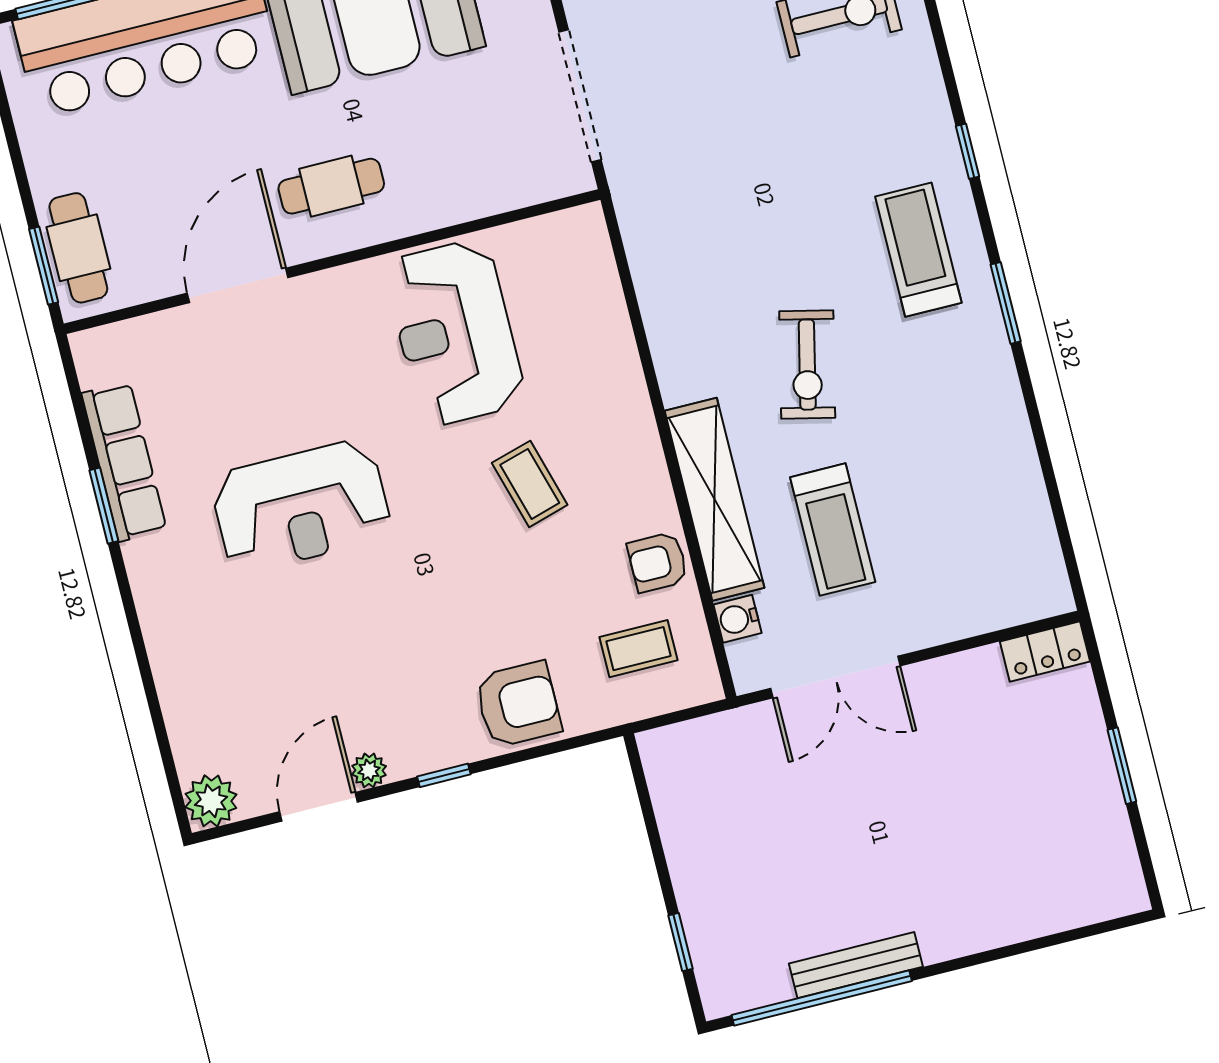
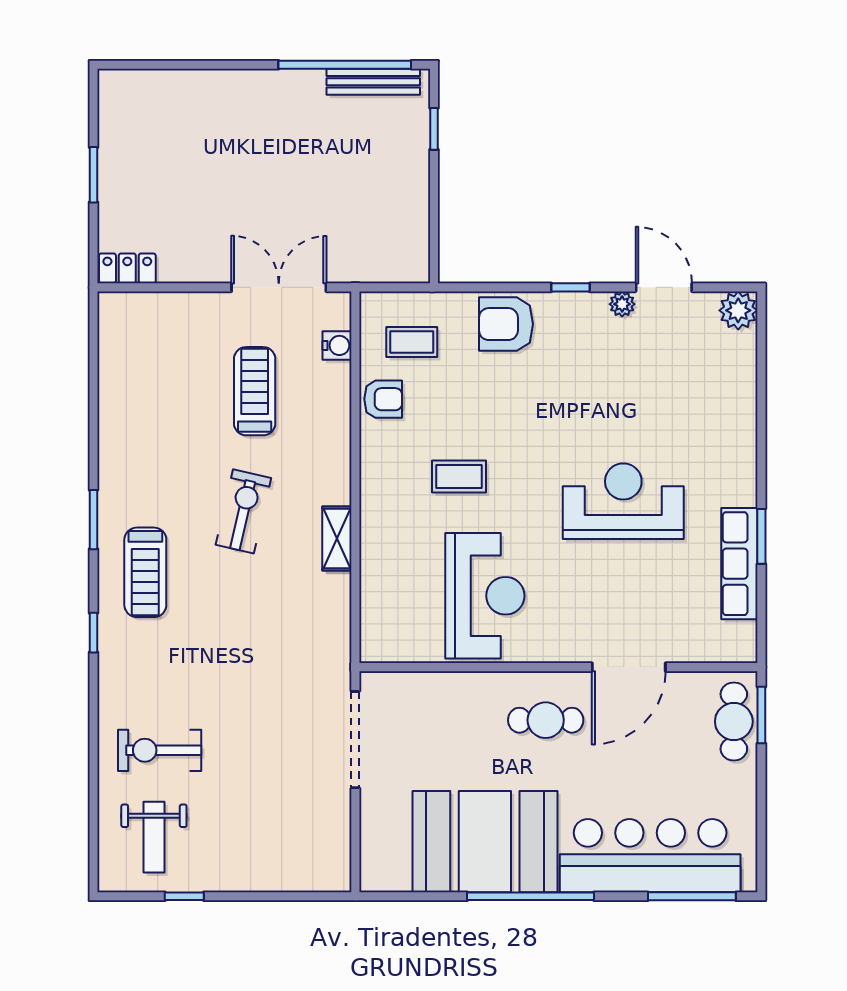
coffee table: (530, 484) -> (459, 477), turned -74
shelving: (715, 499) -> (337, 539), moved, width x0.45, depth x0.75
door: (319, 807) -> (664, 287), swing flipped
bench: (856, 965) -> (373, 82), moved

